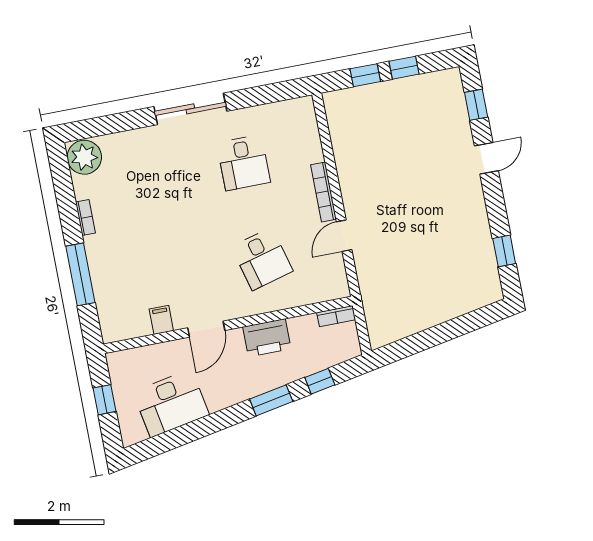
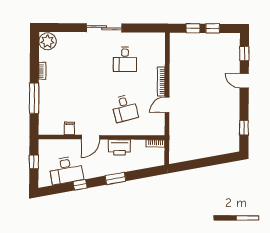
door: (486, 158) -> (244, 81), swing flipped
window: (320, 381) -> (80, 185), moved

